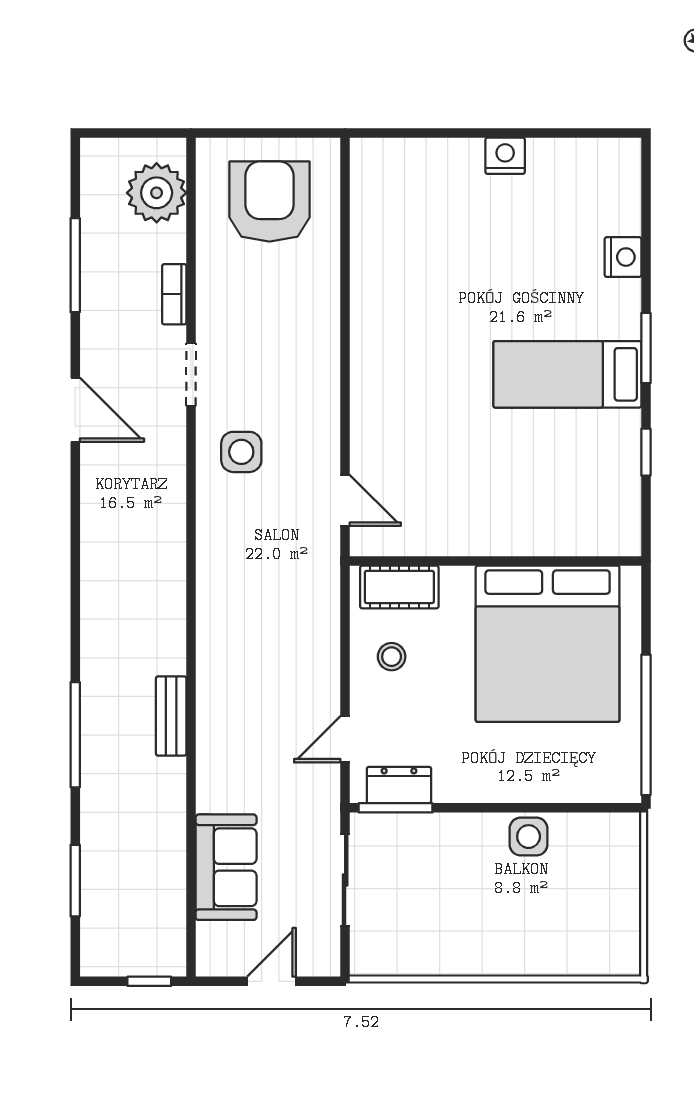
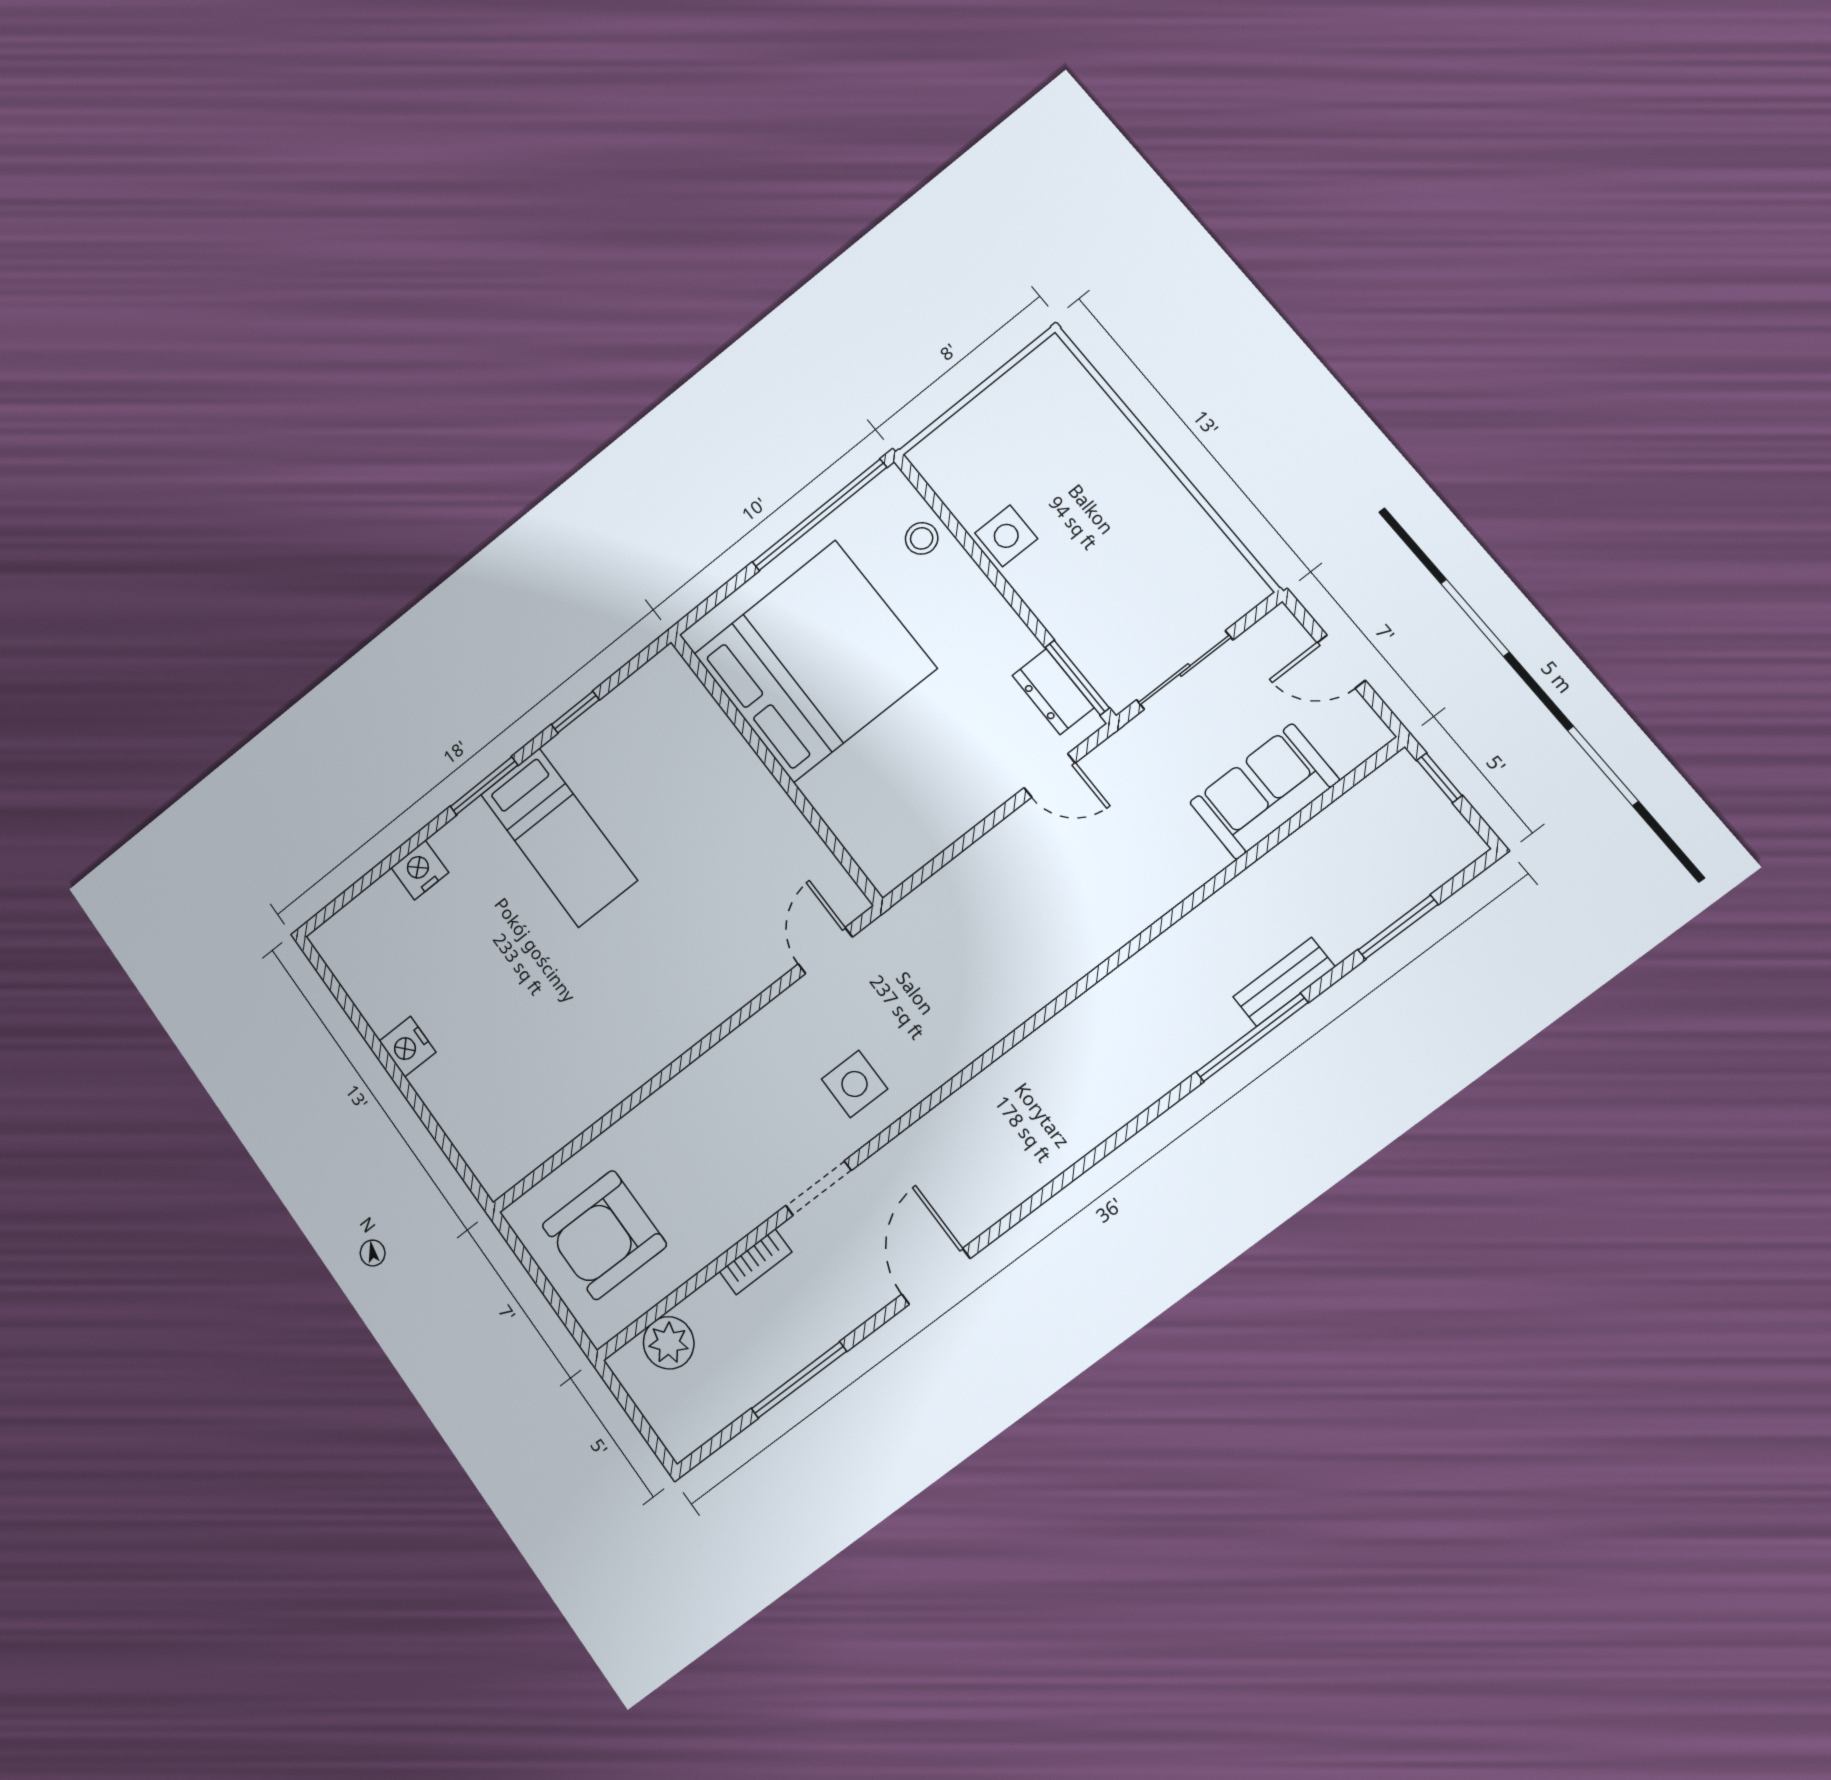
plant: (157, 193) -> (669, 1343), width x0.73, depth x0.73
cot: (399, 587) -> (867, 837), removed
stool: (392, 657) -> (922, 538), moved
bench: (171, 716) -> (1284, 982), moved

